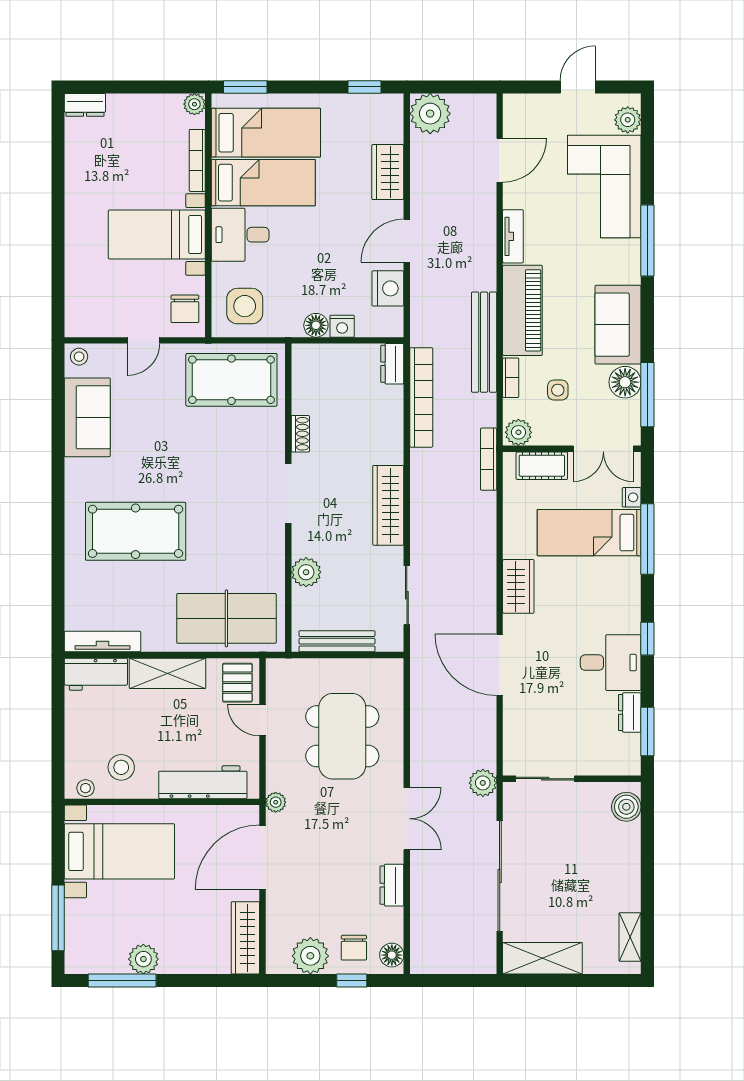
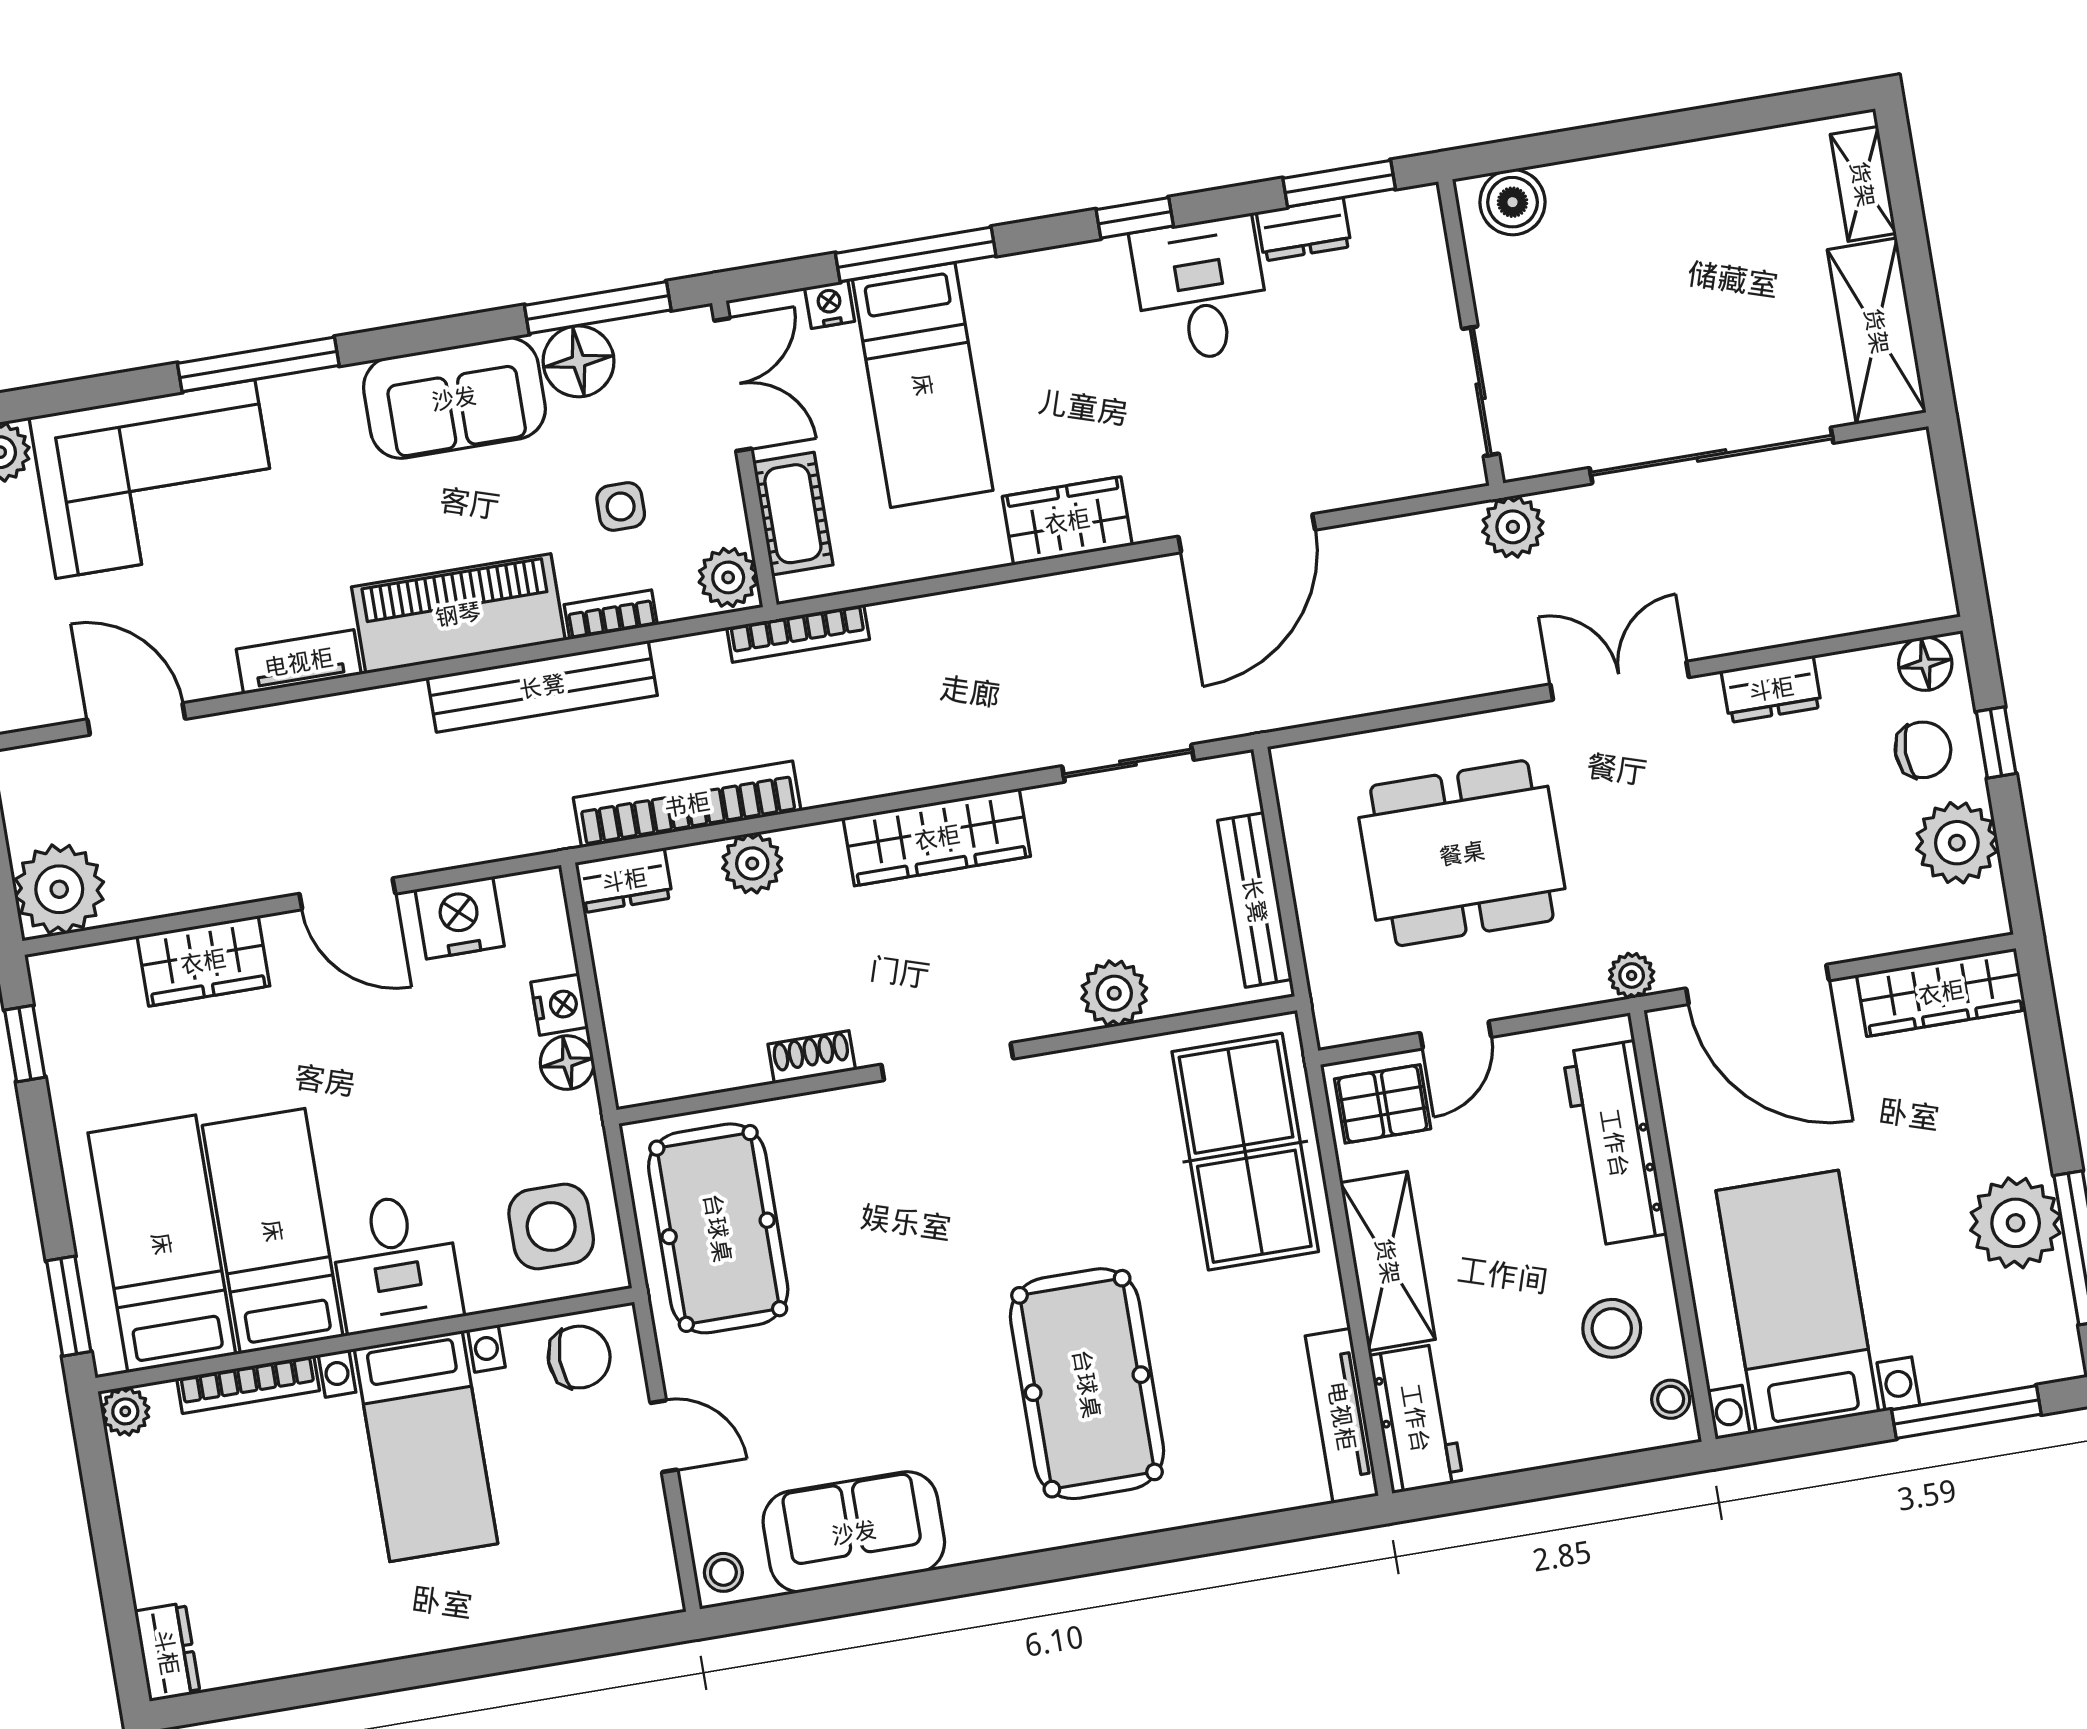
plant: (390, 422) -> (752, 863), added
shelving: (630, 937) -> (1863, 184), moved, turned 90
plant: (143, 959) -> (2016, 1223), width x1.36, depth x1.36

